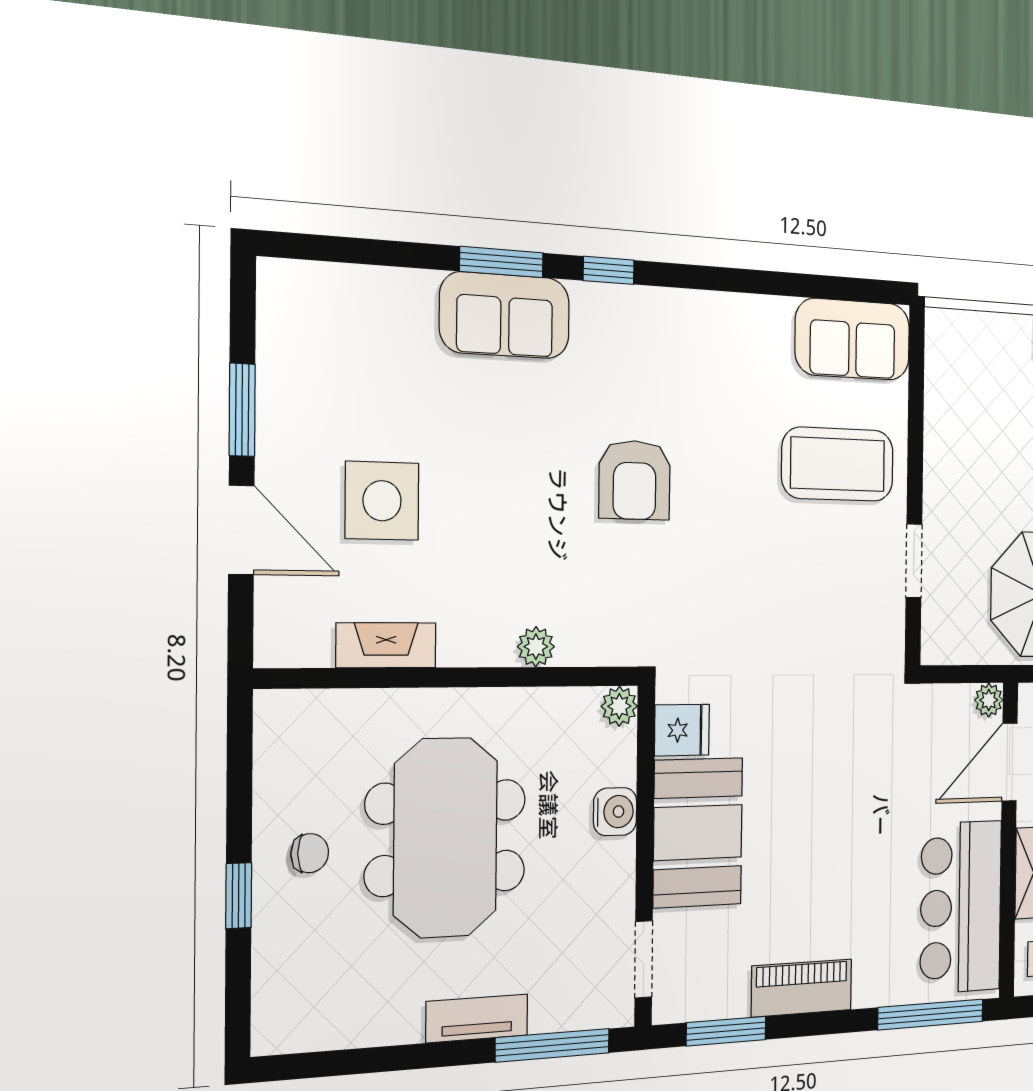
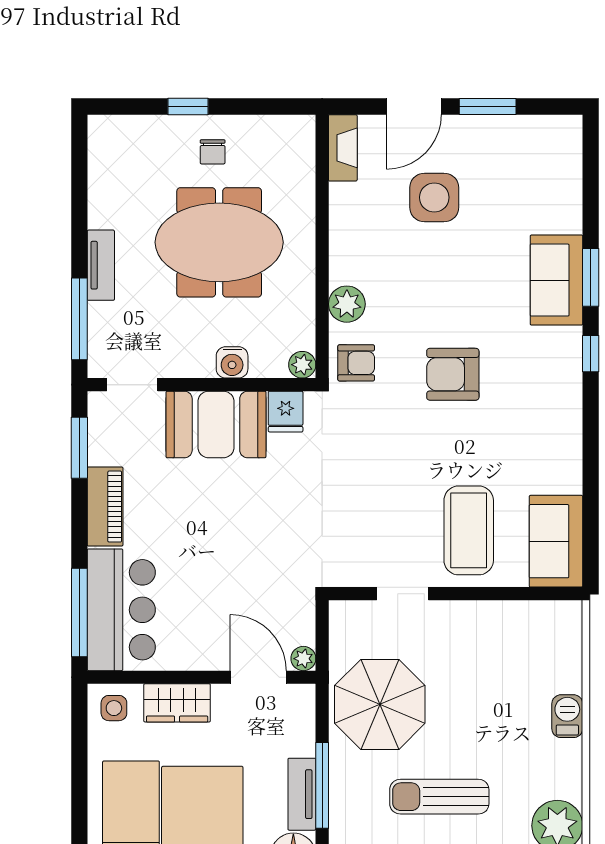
armchair: (618, 625) -> (356, 363), added
fireplace: (386, 645) -> (343, 148), moved
plant: (536, 647) -> (347, 304), width x1.38, depth x1.38
bar counter: (961, 907) -> (121, 610), moved, turned 90

